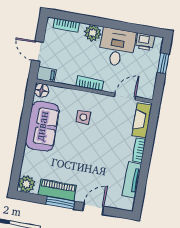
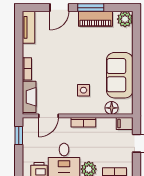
window: (163, 63) -> (19, 135), moved
floor lamp: (42, 90) -> (112, 108), moved
tv unit: (132, 180) -> (29, 27), moved

